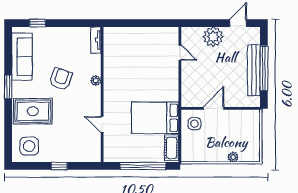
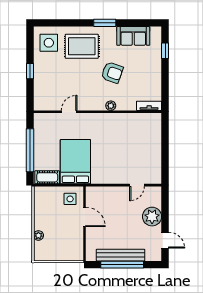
sofa: (22, 57) -> (133, 36), width x0.73
rug: (33, 111) -> (82, 46), turned 90

